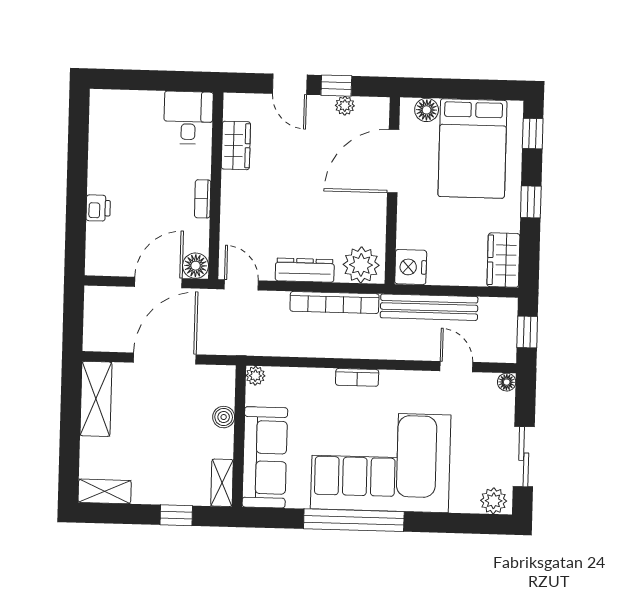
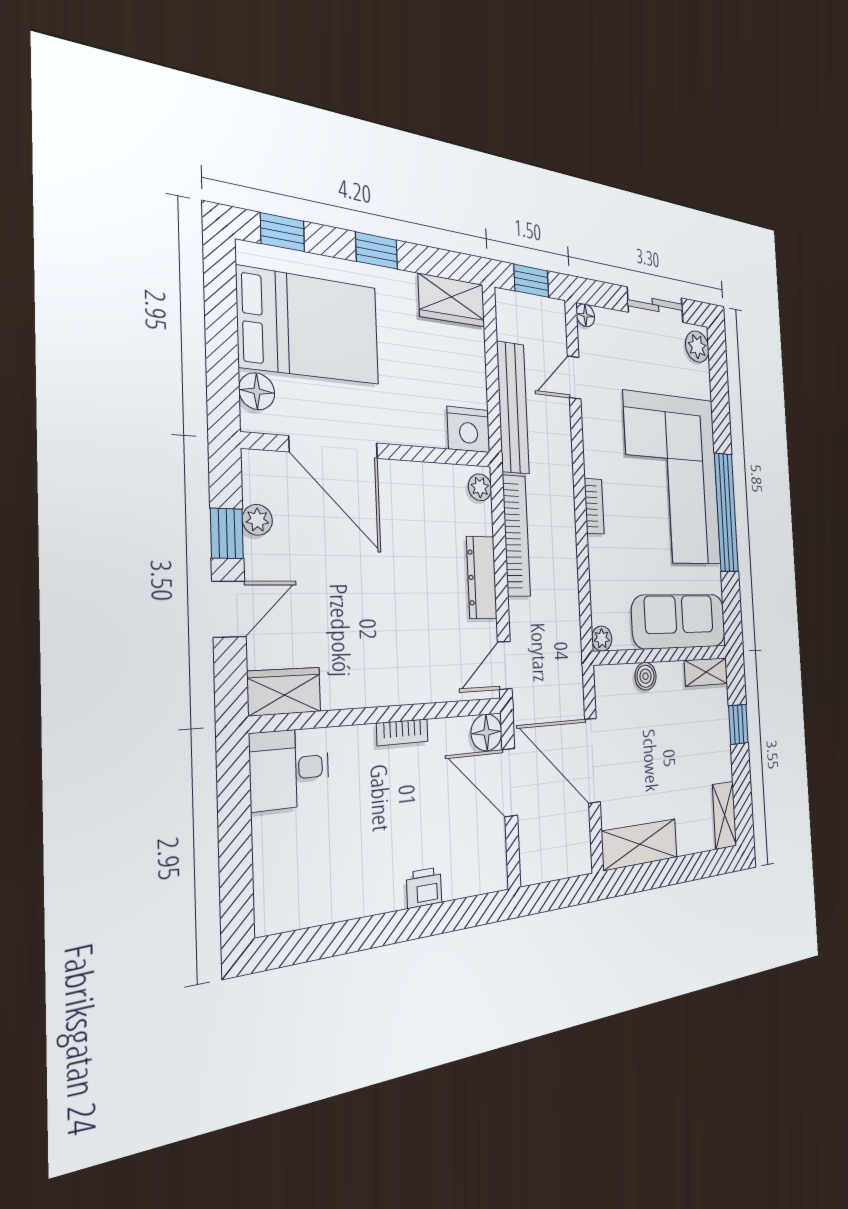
wardrobe: (236, 145) -> (284, 691), moved
plant: (361, 265) -> (480, 487), width x0.53, depth x0.53

